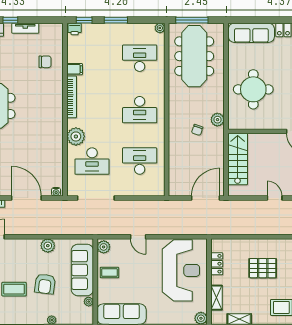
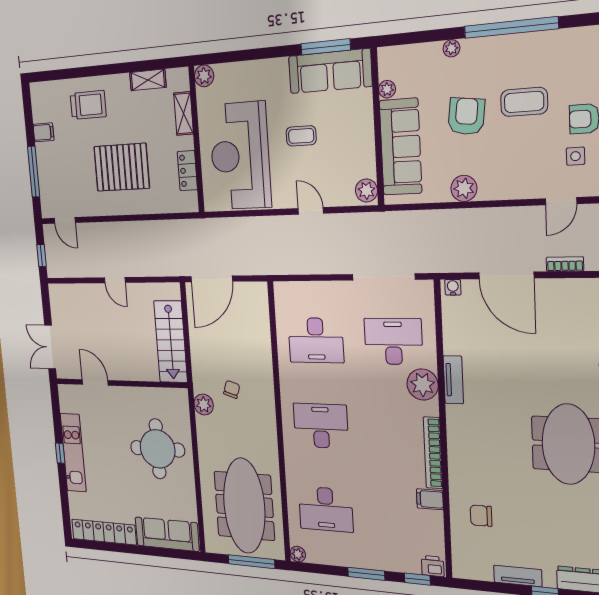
tv unit: (58, 140) -> (453, 380), added
pallet: (263, 268) -> (122, 167), width x1.37, depth x1.41
coffee table: (109, 273) -> (301, 136), moved

